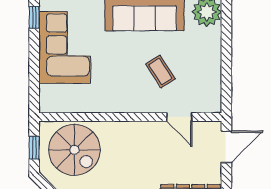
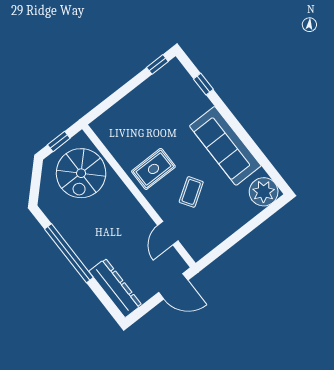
corner sofa: (65, 47) -> (153, 105), removed
rug: (117, 88) -> (153, 169), added

